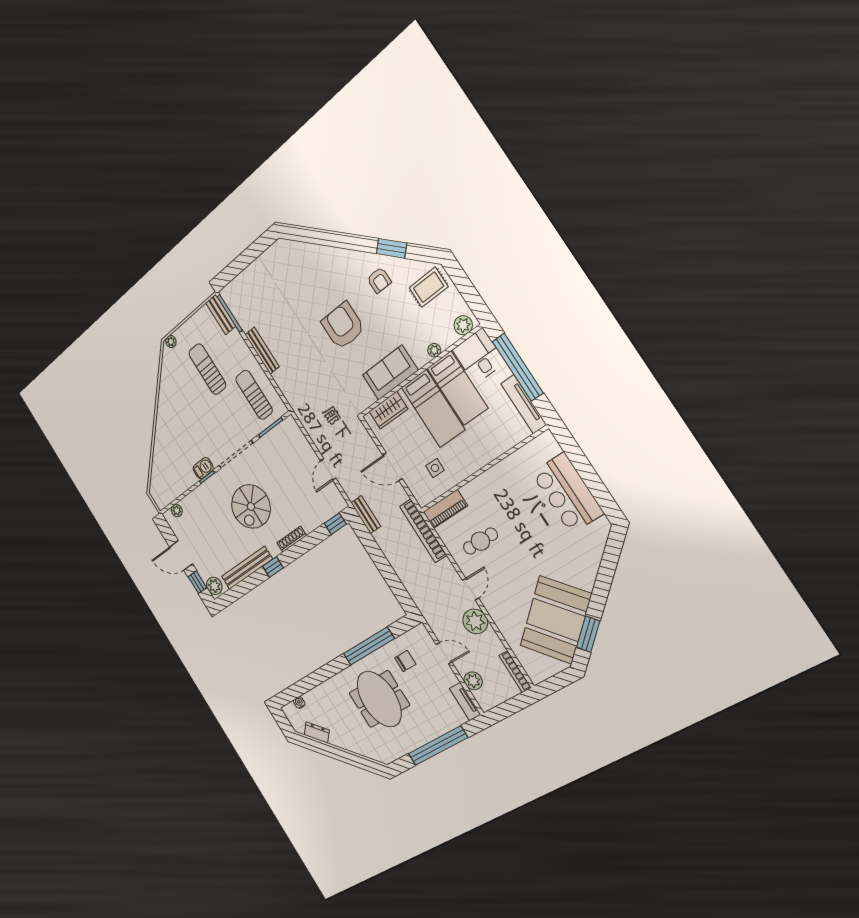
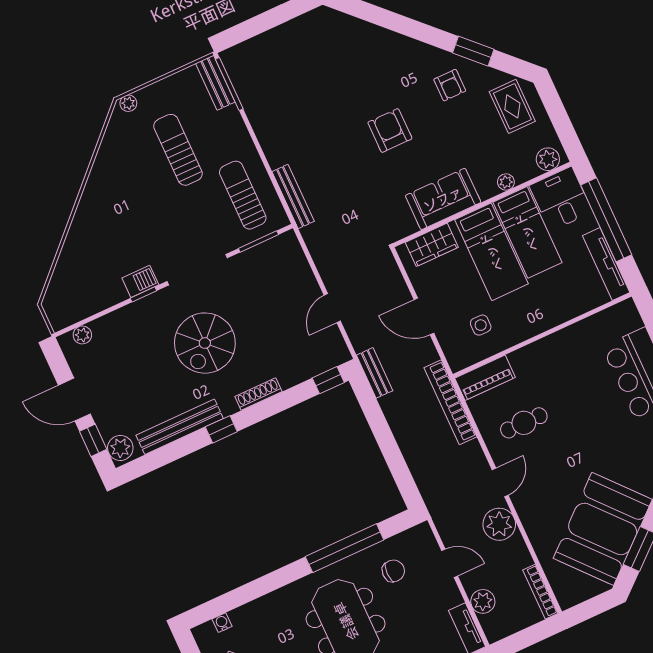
rug: (429, 287) -> (512, 106), turned 90
armchair: (343, 326) -> (390, 130), width x0.73, depth x0.73
bench: (262, 351) -> (293, 196), moved

